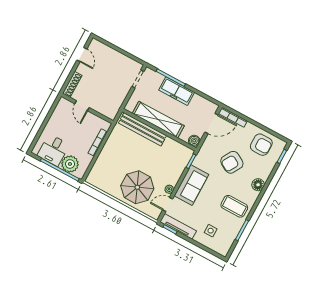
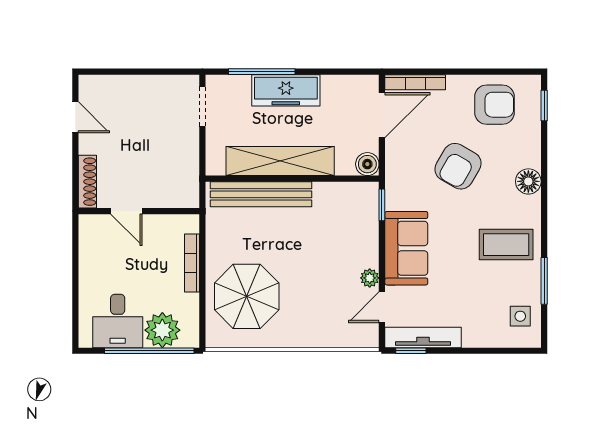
parasol: (137, 187) -> (247, 296), moved
side table: (211, 231) -> (520, 316), moved

